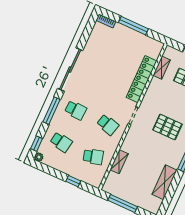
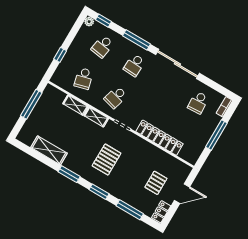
school desk: (105, 46) -> (198, 103), added
shelving: (162, 68) -> (96, 117), moved

